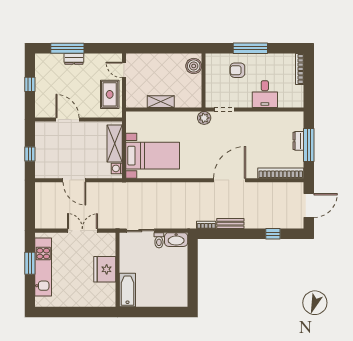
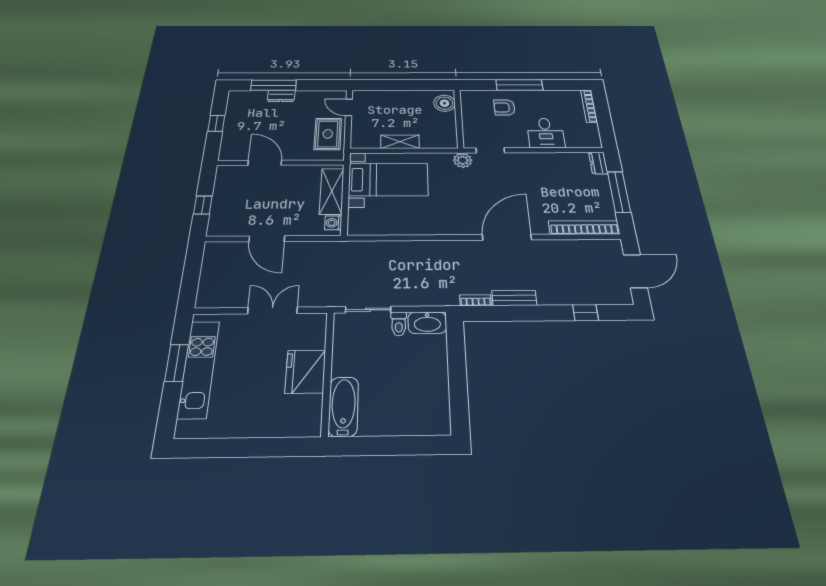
dresser: (298, 141) -> (598, 163), moved
bed with nightstands: (153, 156) -> (388, 179), moved

